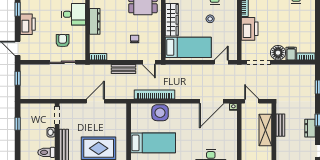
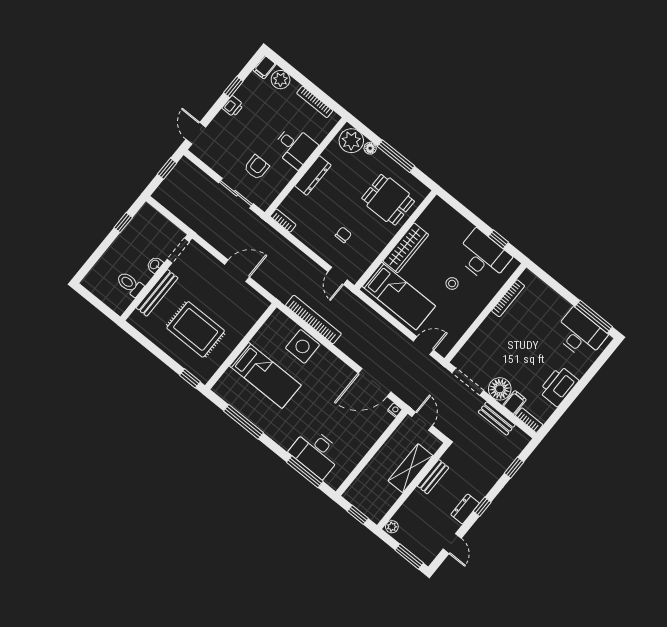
printer: (28, 24) -> (233, 106), width x0.53, depth x0.68
printer: (250, 29) -> (559, 386), moved, turned 180
bench: (123, 69) -> (497, 418), moved

